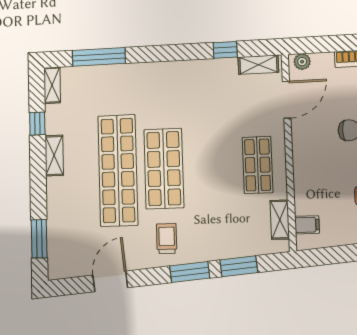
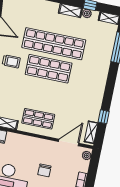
door: (287, 100) -> (69, 142), swing flipped
plant: (53, 126) -> (87, 13), added

